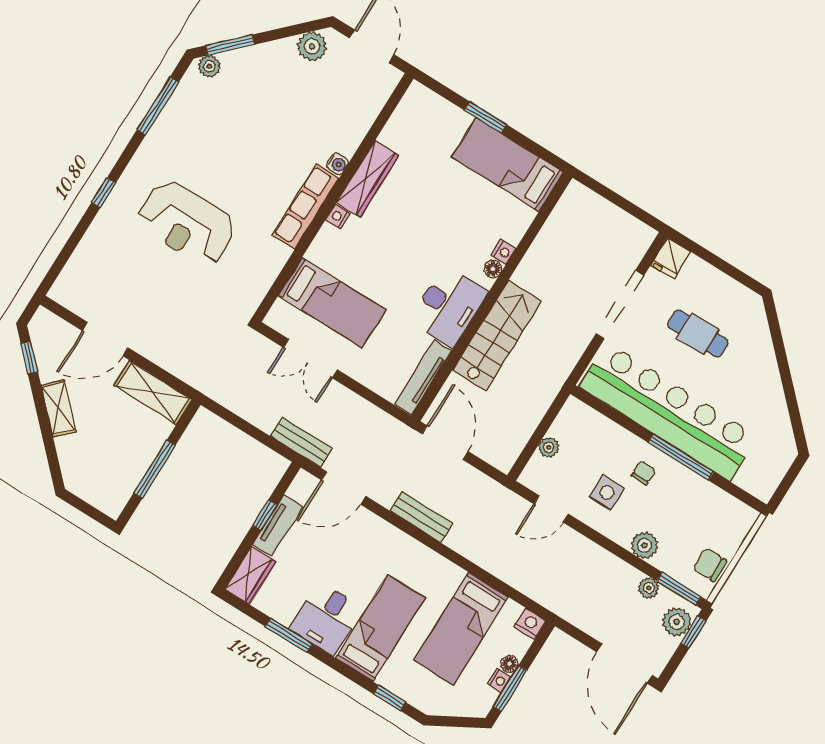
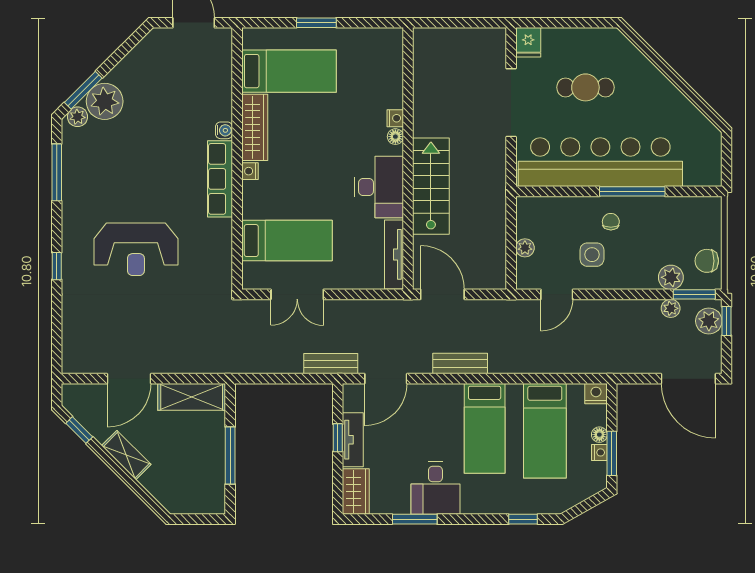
plant: (312, 46) -> (105, 101), moved, width x1.36, depth x1.36
bed: (508, 165) -> (289, 71), moved, turned 180
plant: (645, 545) -> (671, 277), moved
bed: (380, 628) -> (485, 428), moved, turned 180

